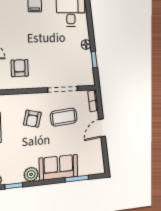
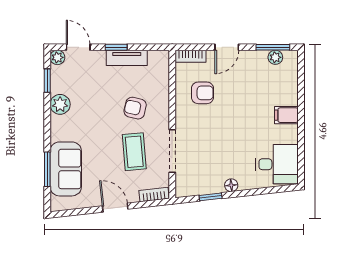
sofa: (59, 167) -> (66, 169), moved

